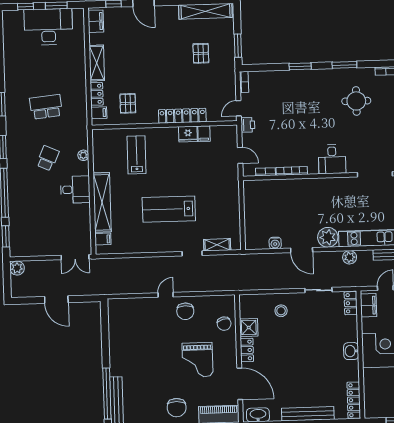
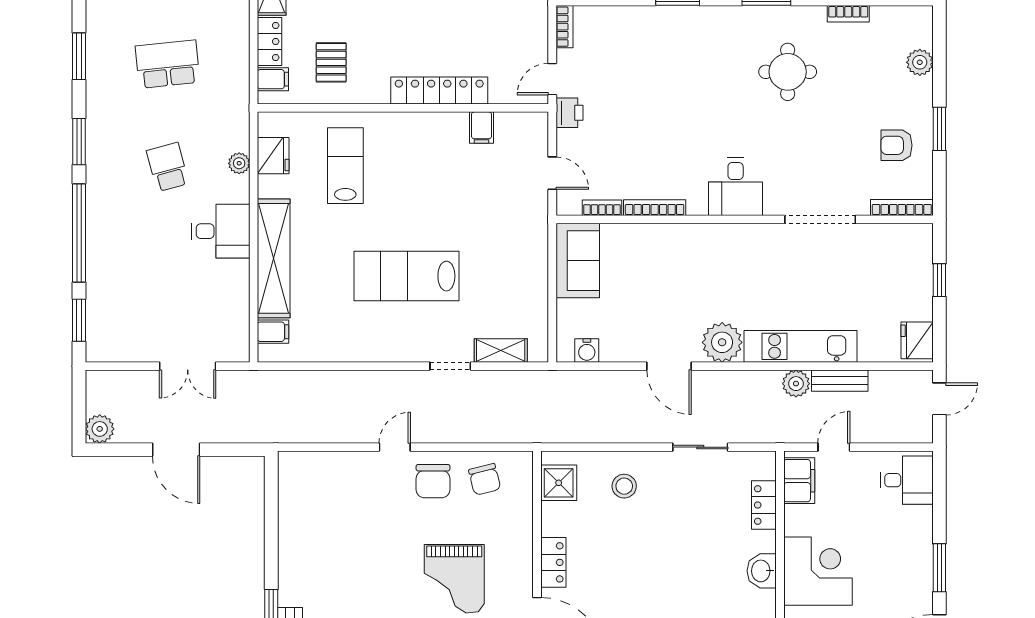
fridge: (188, 134) -> (273, 156), moved, turned -90
school desk: (48, 158) -> (168, 167), turned -39
sofa: (254, 199) -> (578, 261), added
water cooler: (275, 243) -> (587, 350), moved
double door: (75, 257) -> (188, 366), moved
plant: (350, 257) -> (796, 384), moved
plant: (17, 268) -> (100, 429), moved
locker: (351, 303) -> (764, 505), moved
chair: (224, 324) -> (485, 479), moved
shower: (249, 328) -> (559, 483), moved

